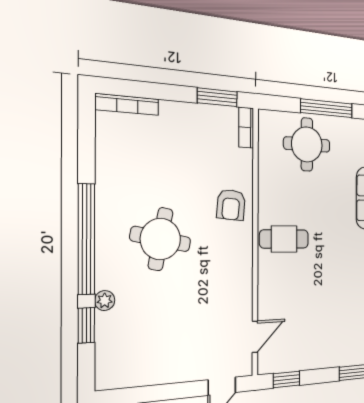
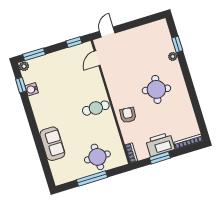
window: (217, 97) -> (160, 158), moved
printer: (187, 122) -> (160, 144), added
window: (86, 239) -> (188, 80), removed

